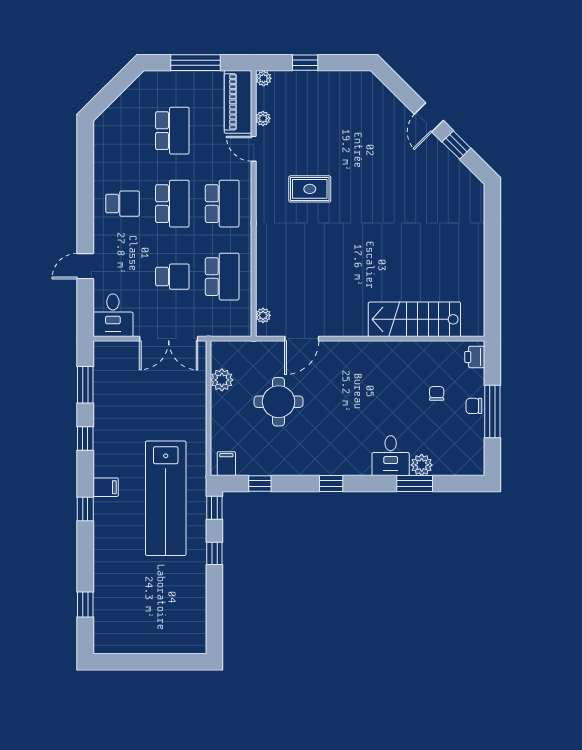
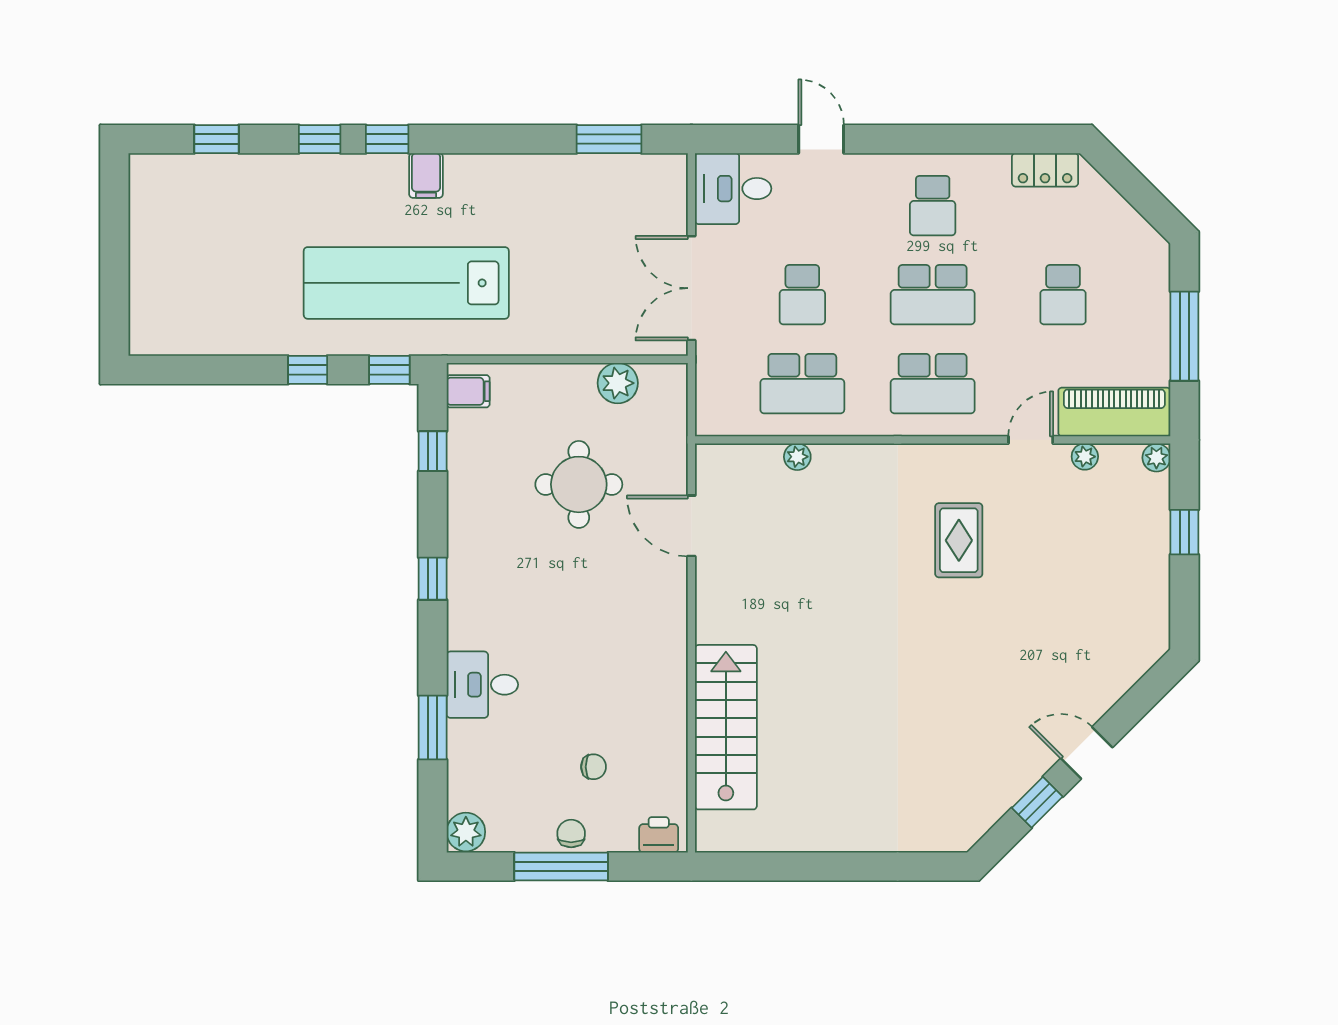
school desk: (172, 131) -> (1063, 295), width x0.54
locker: (102, 141) -> (1045, 170), added
plant: (263, 315) -> (797, 457), moved
window: (85, 438) -> (320, 139), moved
plant: (422, 465) -> (466, 832), moved

